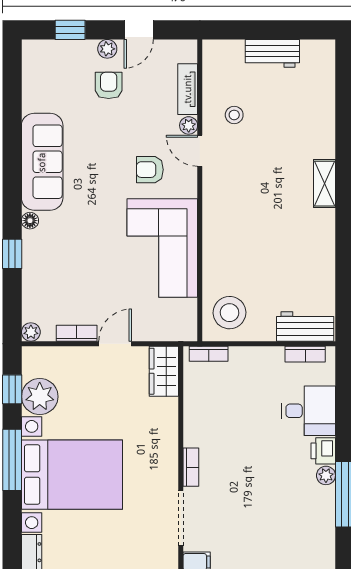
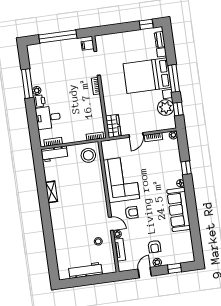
workbench: (272, 53) -> (85, 270), width x1.38
shelving: (324, 184) -> (51, 192), moved

